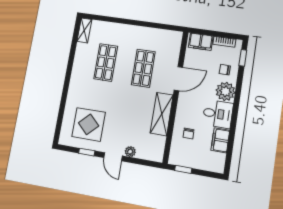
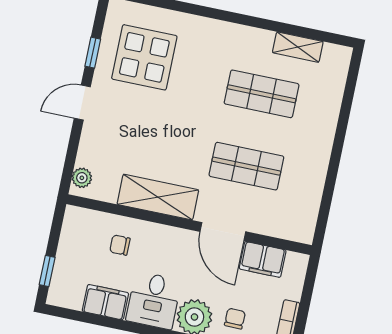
shelving: (84, 30) -> (298, 47), moved
filing cabinet: (201, 42) -> (263, 259), moved, turned -90
plant: (130, 152) -> (82, 178), moved
window: (183, 169) -> (47, 271), moved

